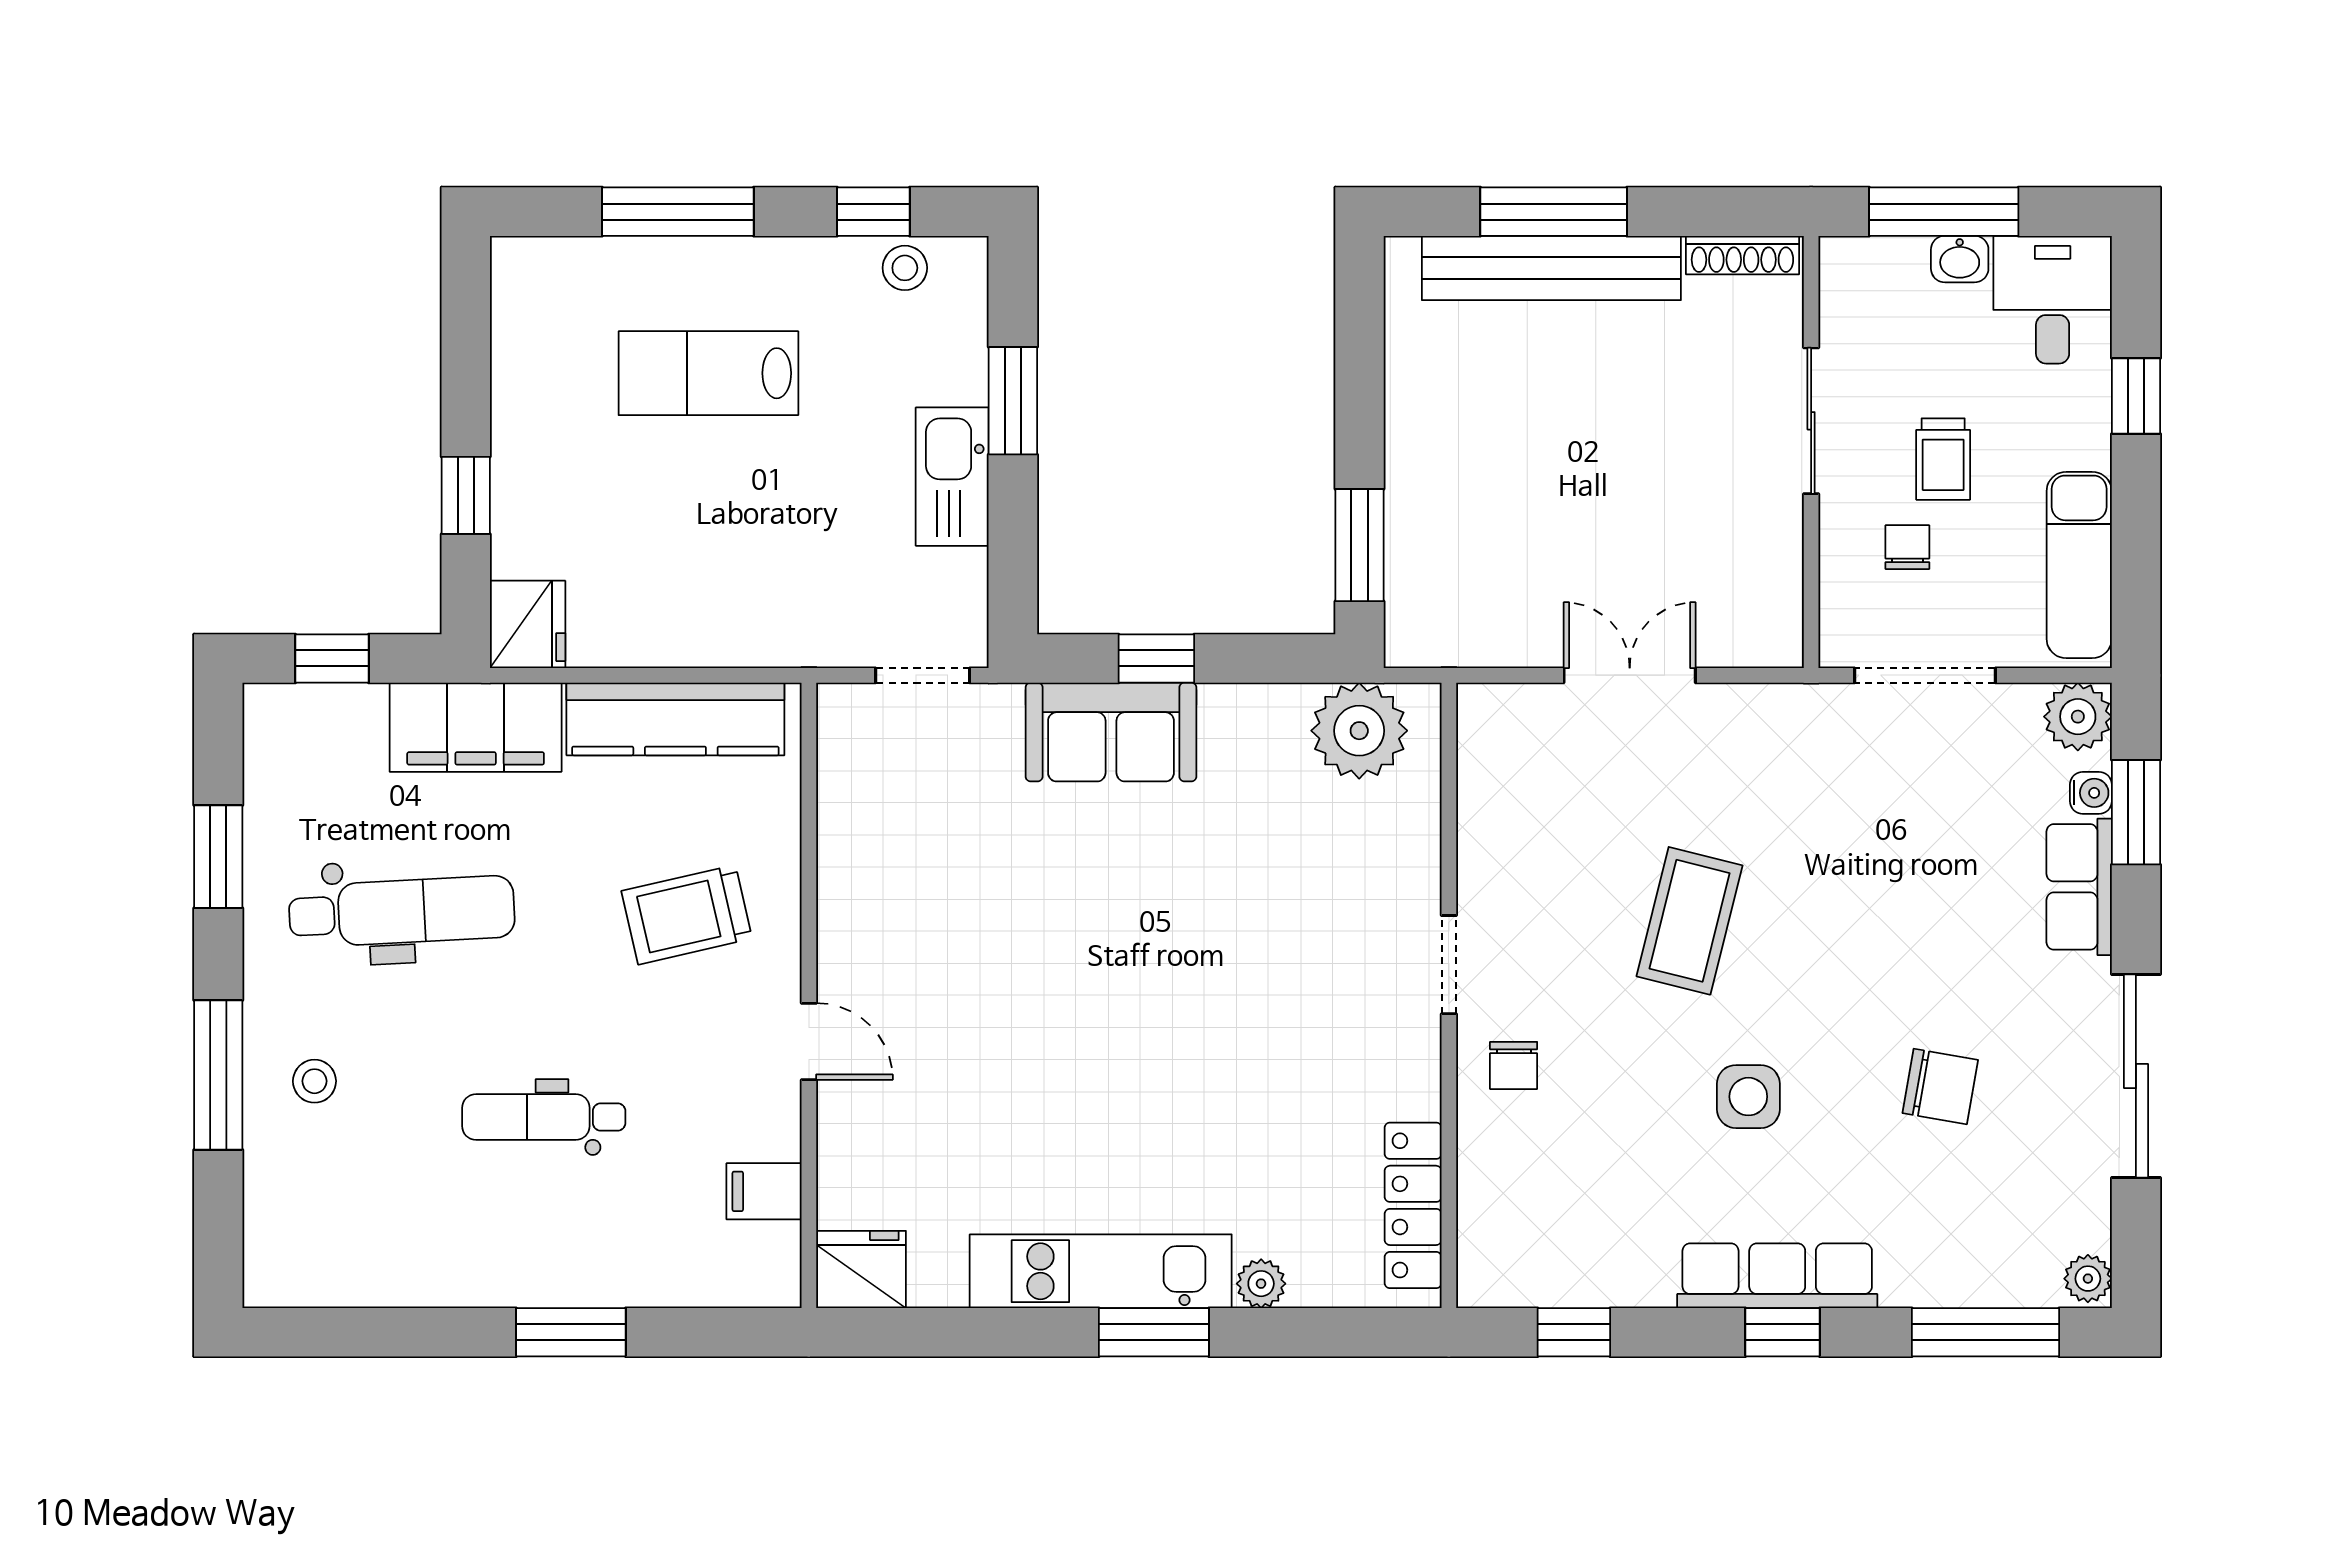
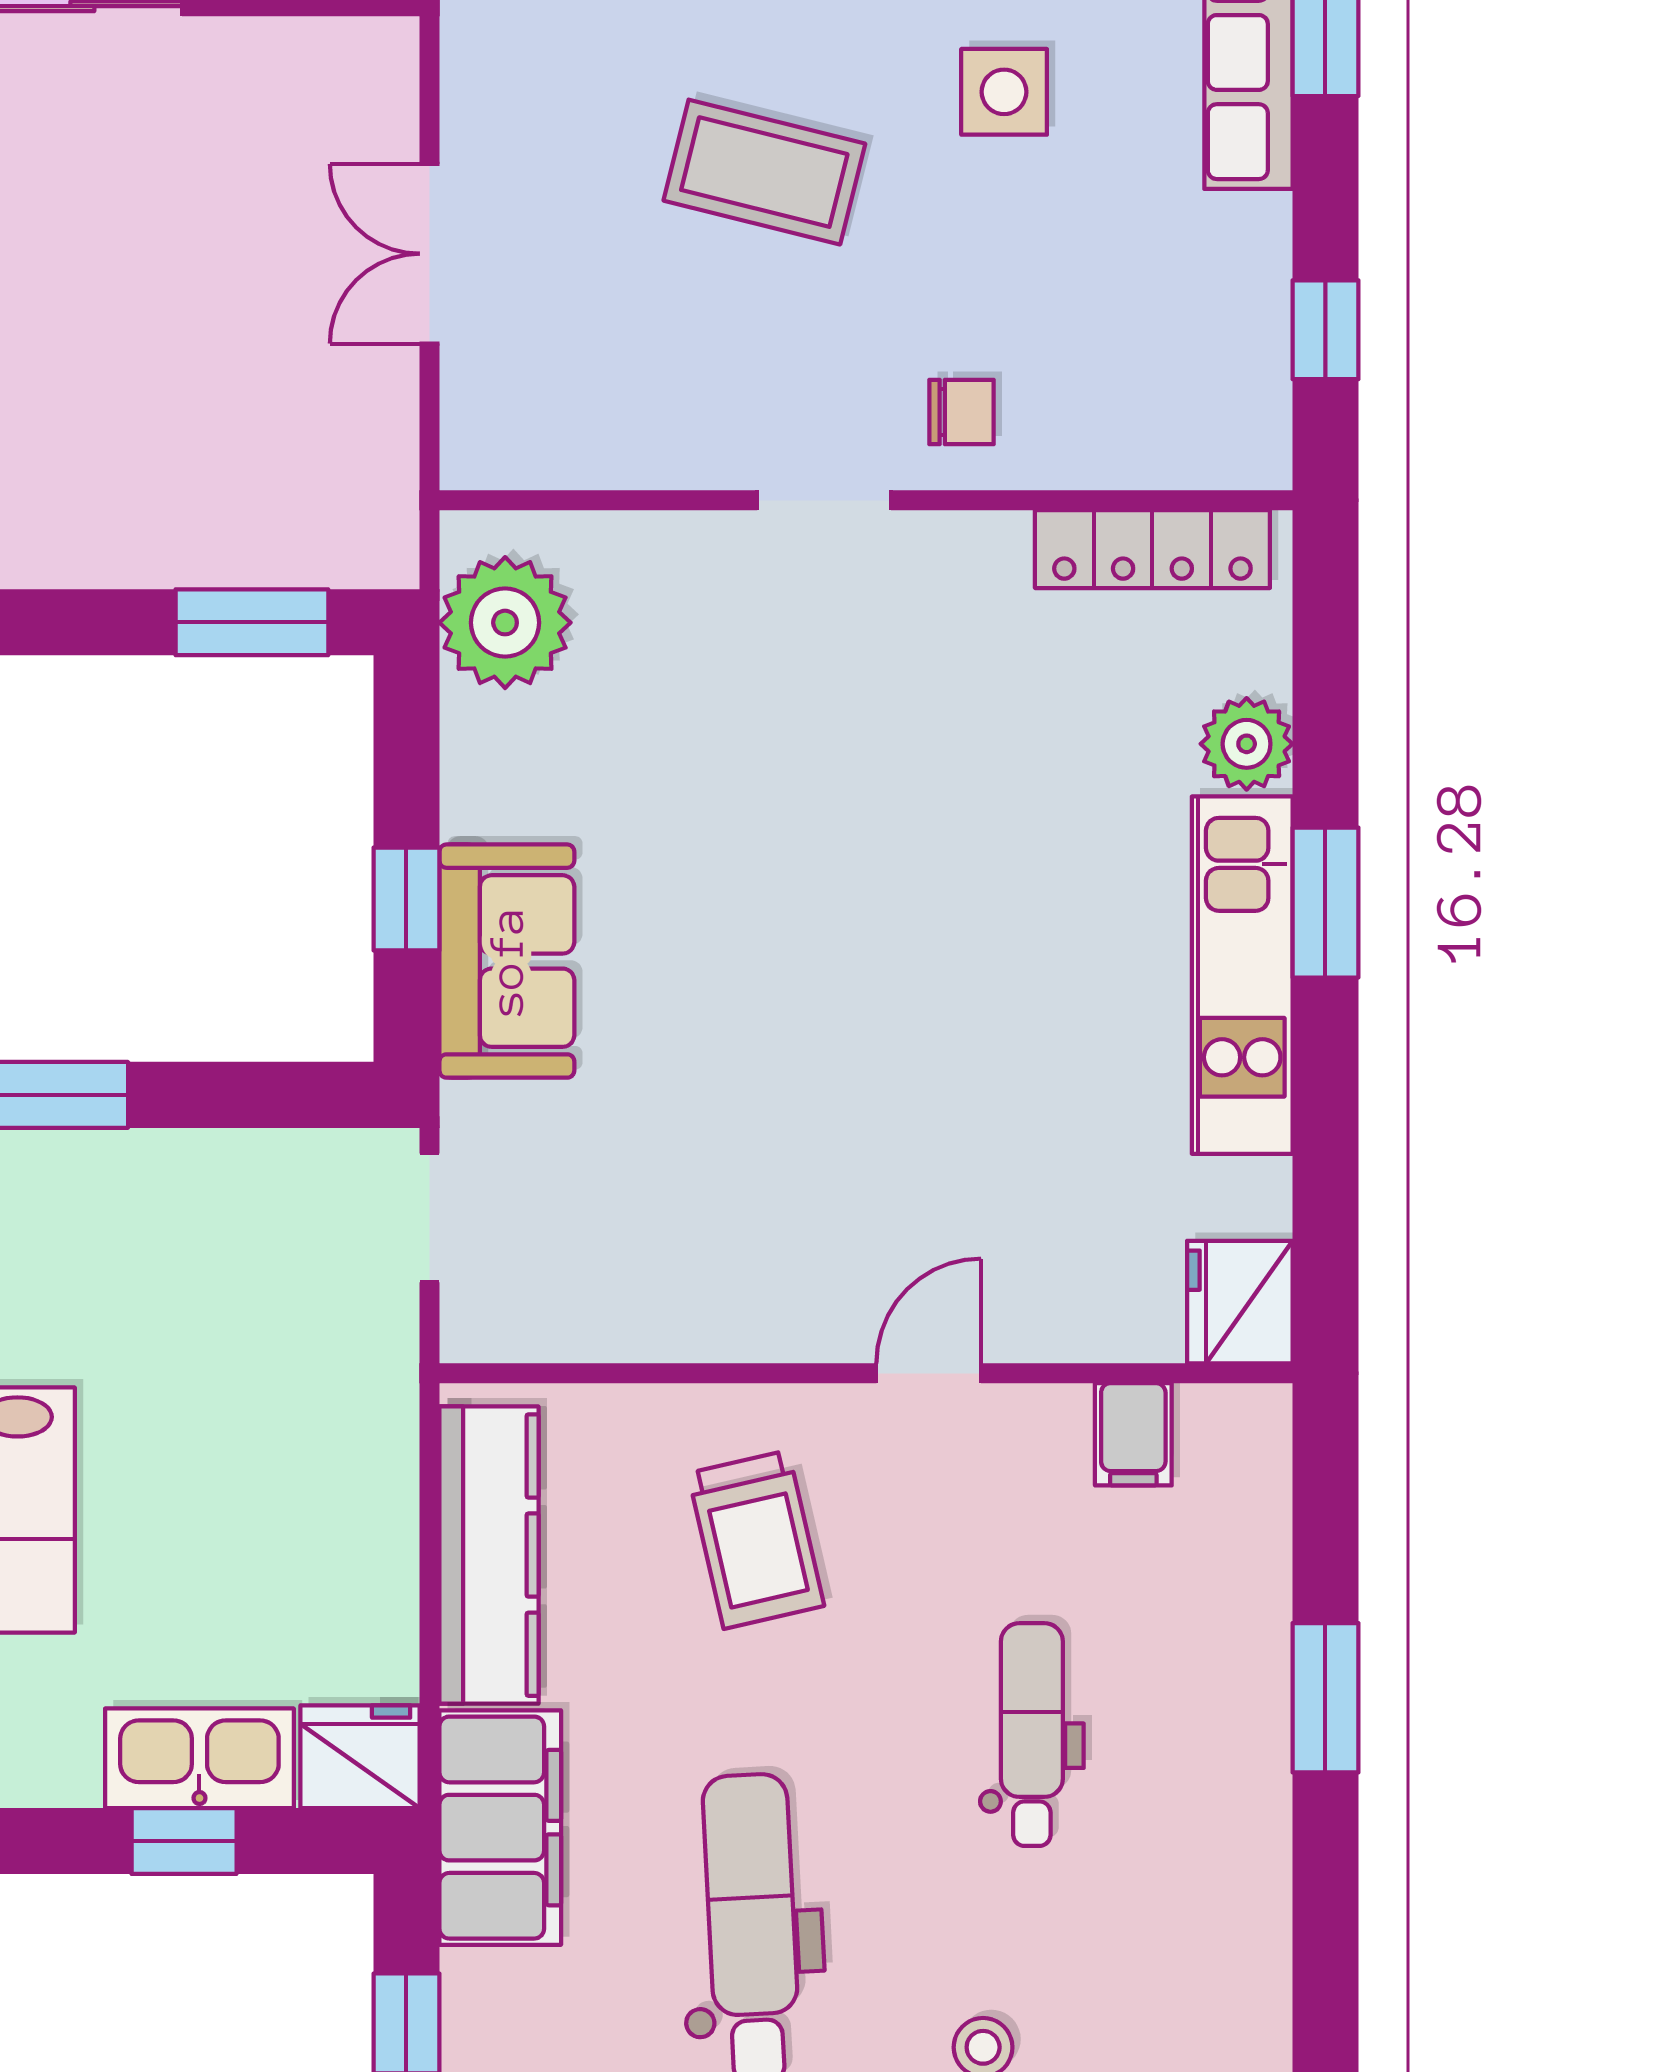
kitchen sink: (952, 477) -> (199, 1758), moved, turned 180
dental chair: (544, 1117) -> (1032, 1735), turned 180
plant: (1261, 1284) -> (1247, 744), width x1.38, depth x1.38

